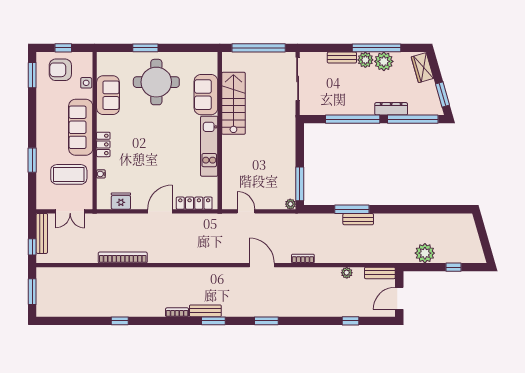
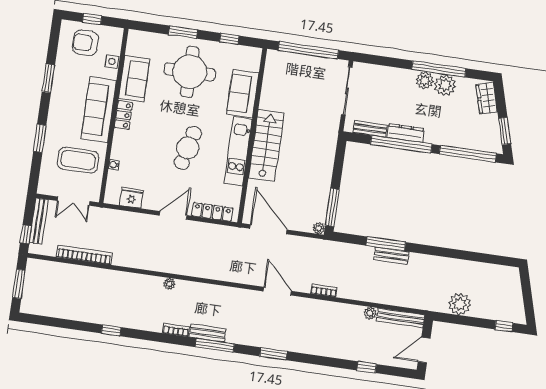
window: (187, 48) -> (229, 39), added
bench: (342, 58) -> (370, 129), moved
window: (32, 75) -> (48, 78), moved
stairs: (233, 103) -> (266, 146), moved
dresser: (391, 109) -> (405, 133), moved
locker: (103, 144) -> (124, 115), moved
cafe table: (164, 150) -> (188, 148), added
door: (246, 211) -> (268, 229), width x1.88
bookcase: (123, 258) -> (84, 255), moved
window: (453, 267) -> (504, 326), moved
plant: (165, 272) -> (169, 284), added
bench: (380, 273) -> (401, 318), width x1.36
window: (213, 321) -> (215, 345), width x1.44

